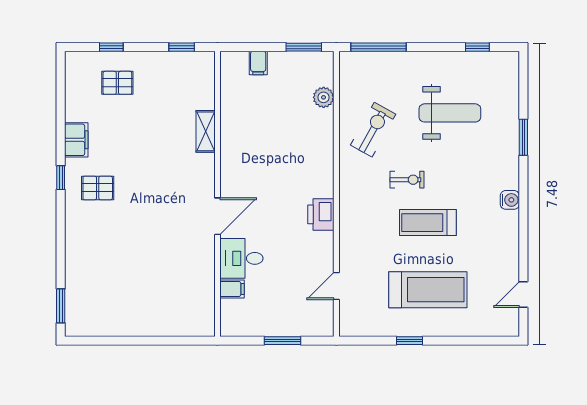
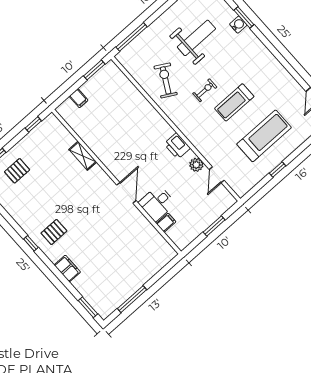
plant: (324, 97) -> (196, 165), moved
filing cabinet: (76, 140) -> (67, 269), moved
water cooler: (510, 200) -> (238, 25), moved
window: (118, 341) -> (132, 299), added

